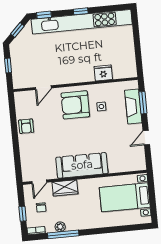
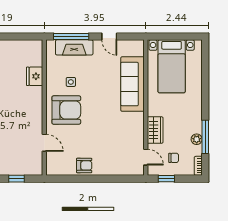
window: (143, 103) -> (71, 37), width x1.44
armchair: (75, 105) -> (66, 110), turned -90
sofa: (82, 165) -> (133, 84), moved
window: (23, 214) -> (166, 179), moved

